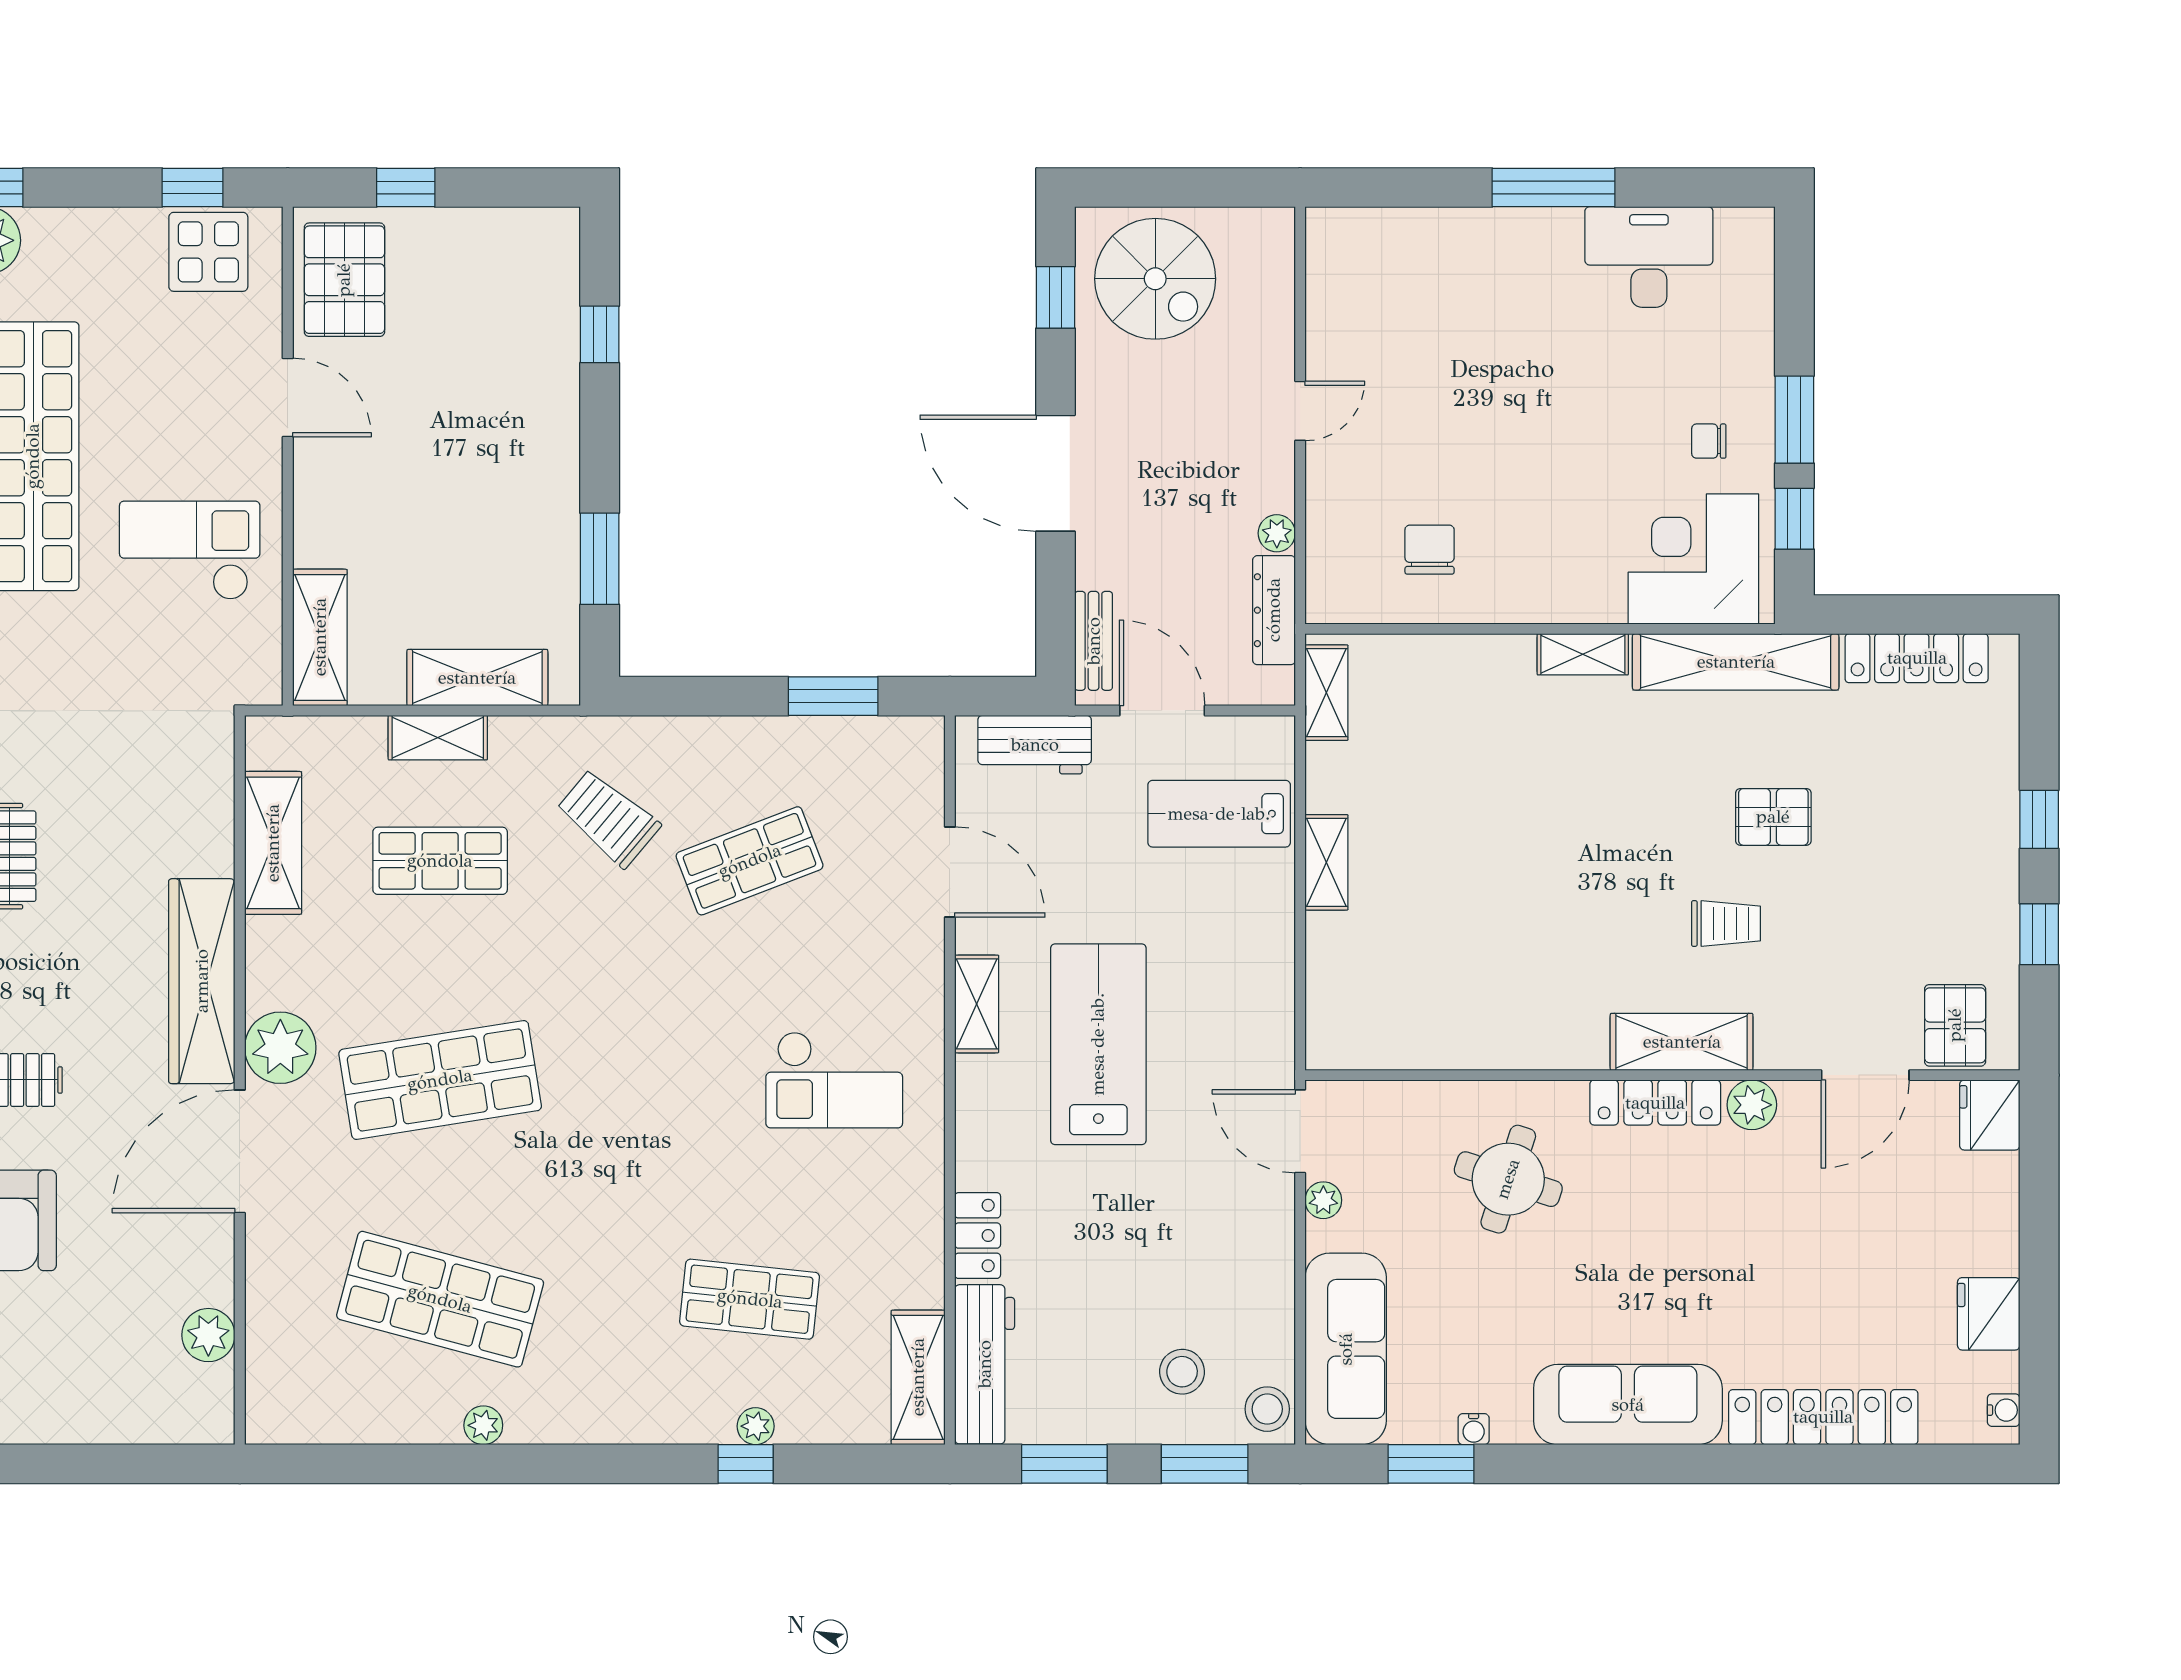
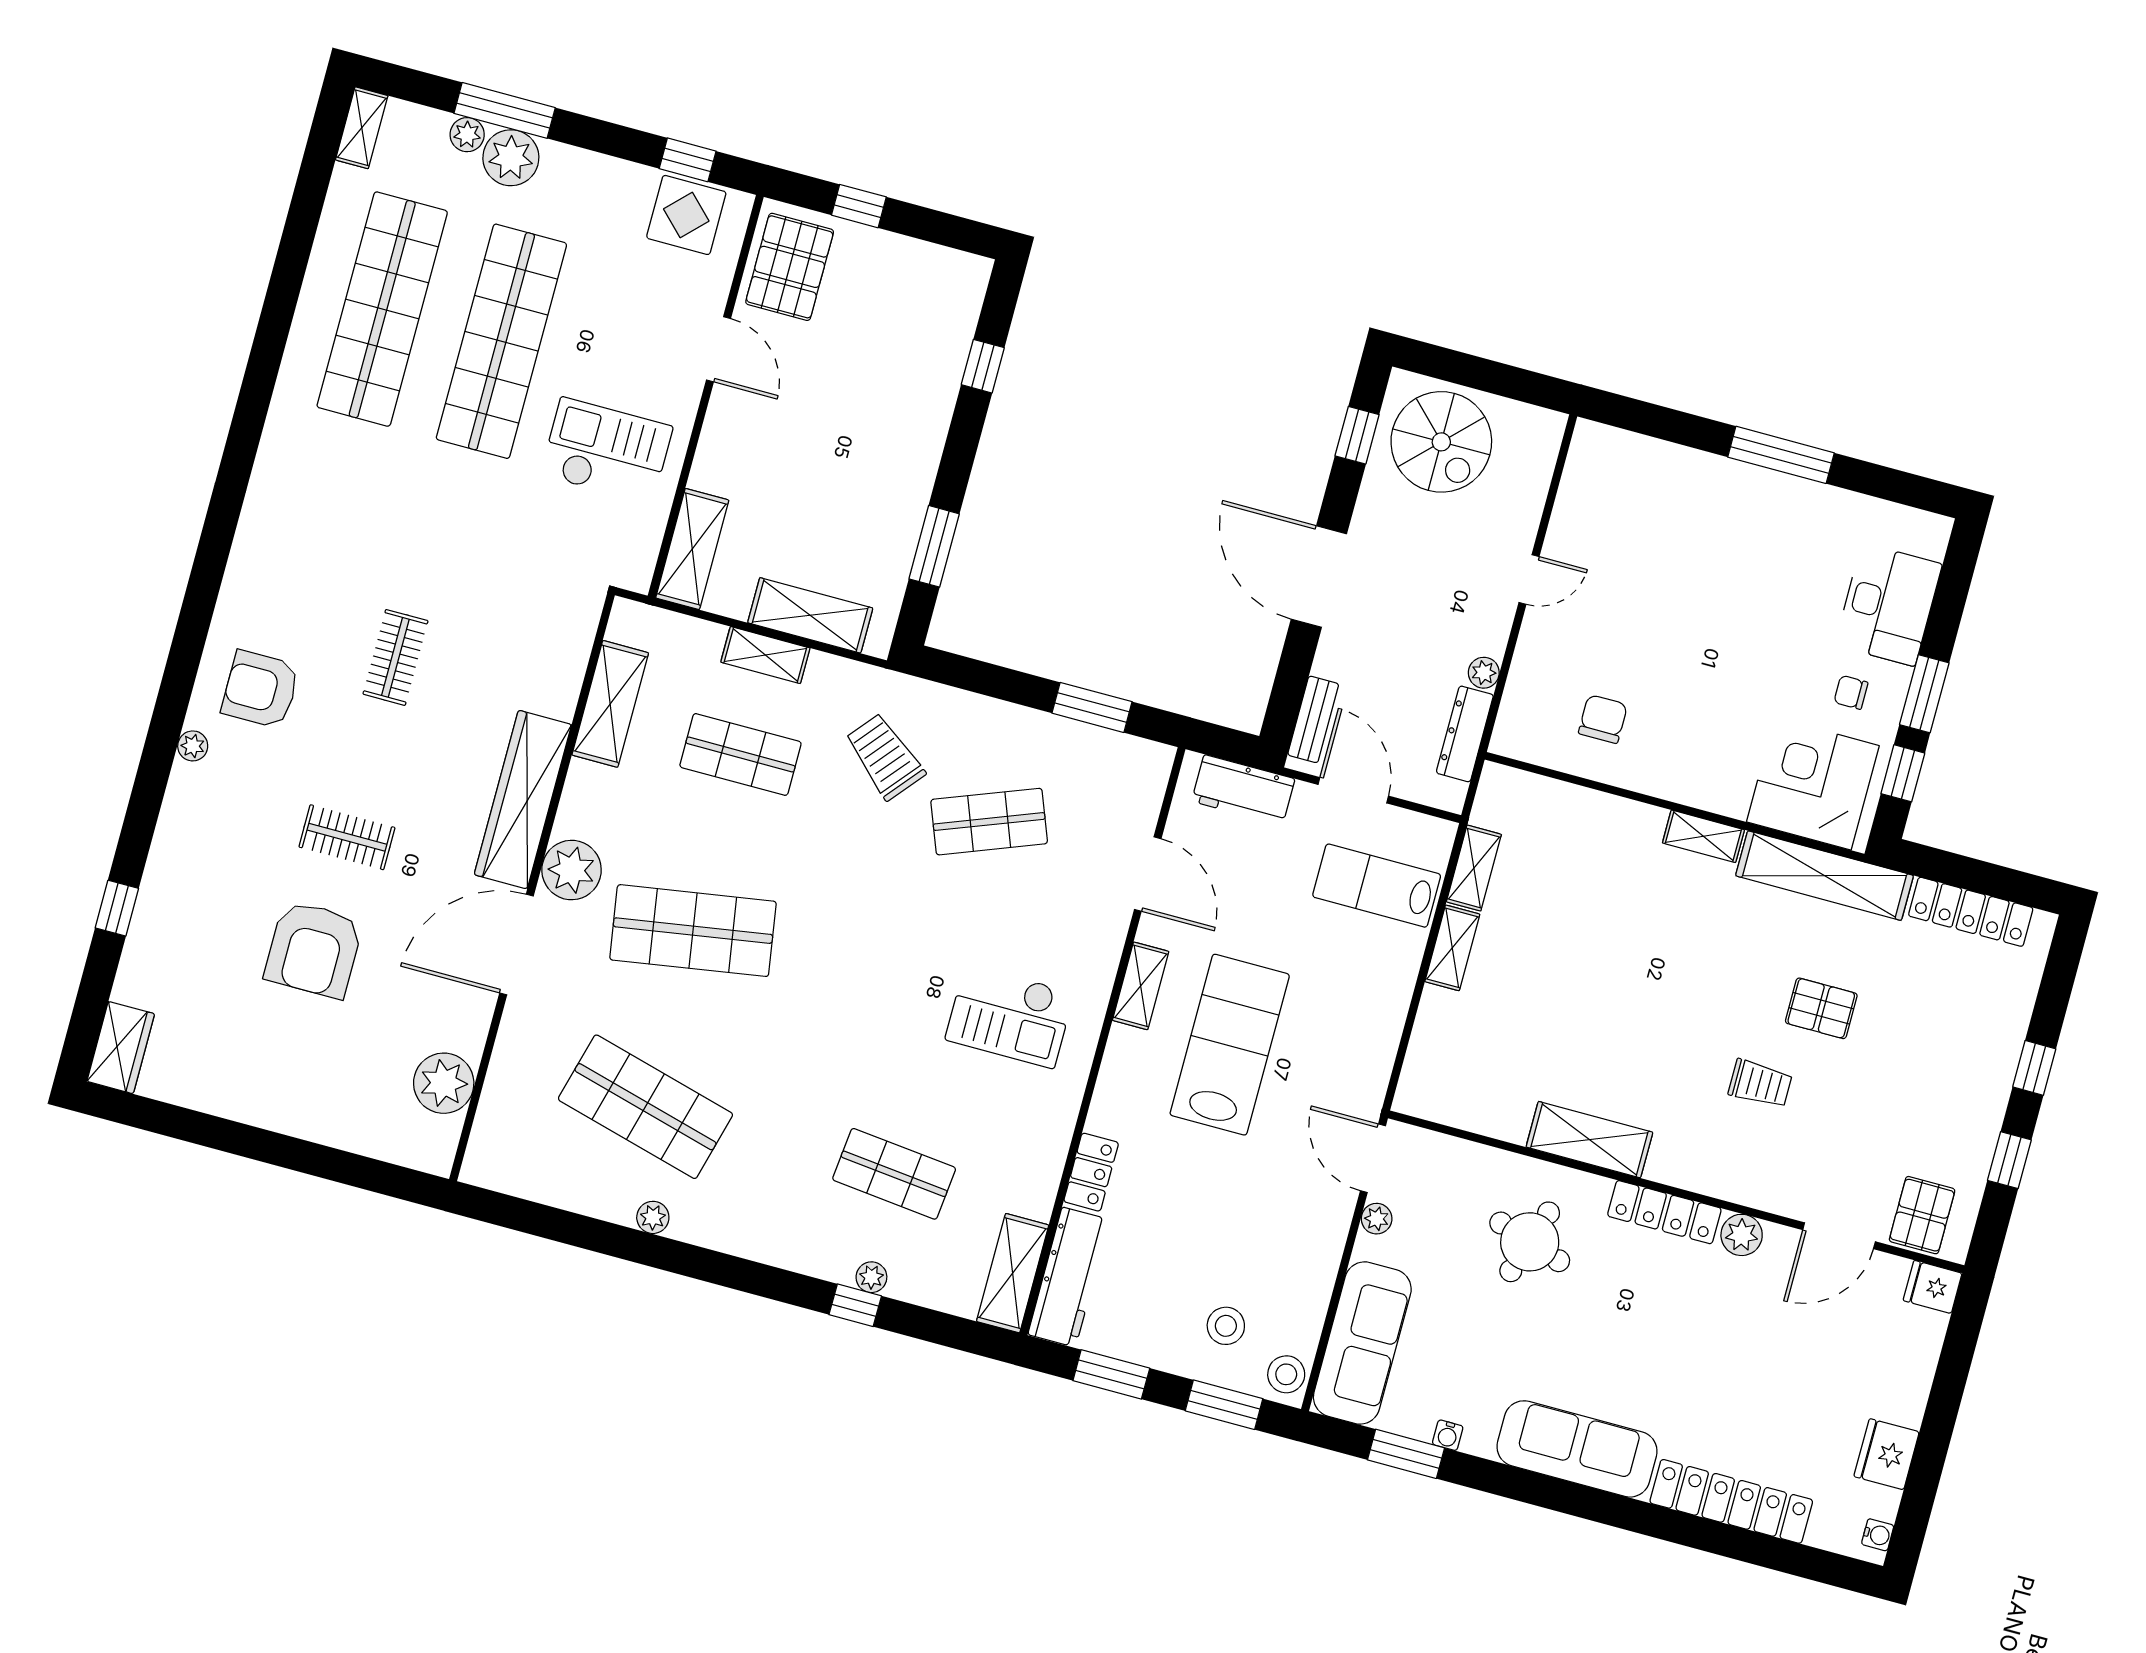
desk: (1649, 257) -> (1888, 605), moved, turned 90
shelving: (1326, 693) -> (1474, 868), moved
shelving: (1682, 1042) -> (1589, 1140), moved
fridge: (1990, 1115) -> (1933, 1287), width x0.72
plant: (208, 1335) -> (444, 1083), width x1.36, depth x1.36

